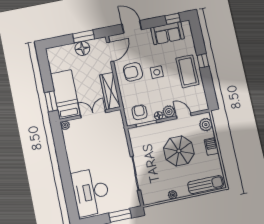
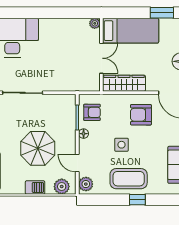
armchair: (133, 72) -> (141, 115), turned -87
side table: (157, 72) -> (121, 145), moved
window: (51, 101) -> (162, 13), moved
plant: (169, 112) -> (86, 184), moved
door: (184, 116) -> (77, 163), swing flipped

